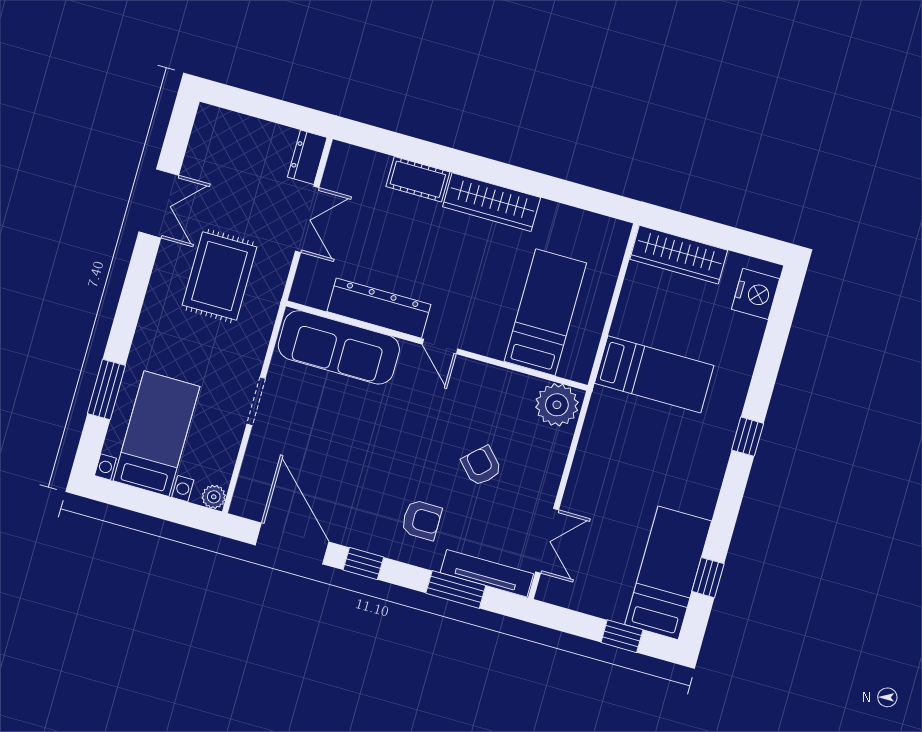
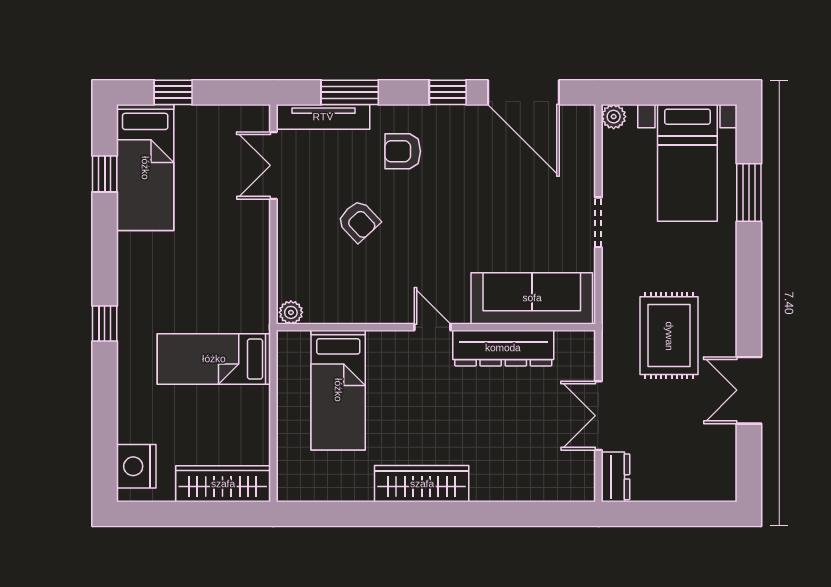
cot: (418, 179) -> (500, 486), removed
plant: (557, 405) -> (291, 312), width x0.53, depth x0.53

